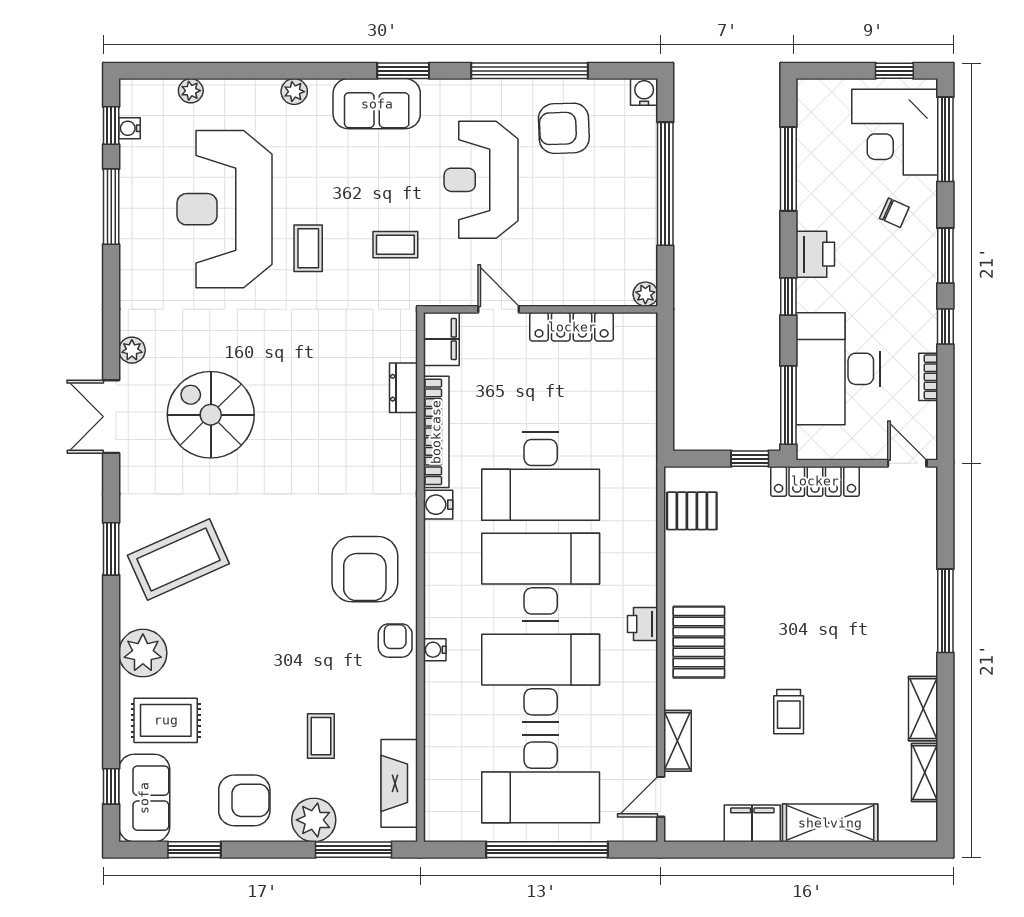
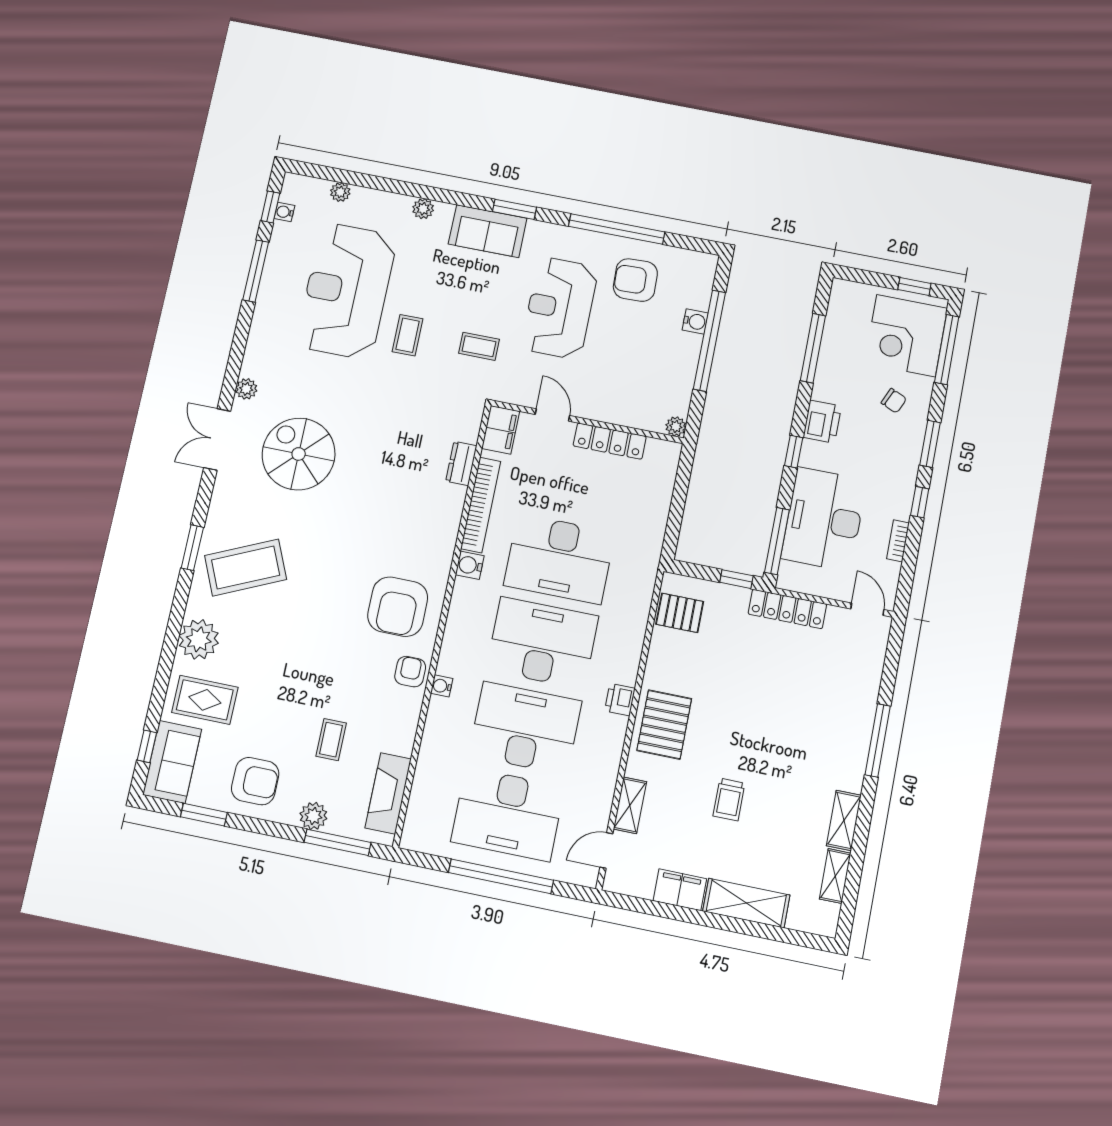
water cooler: (644, 92) -> (695, 321), moved, turned 90
plant: (314, 820) -> (313, 816), width x0.73, depth x0.73

